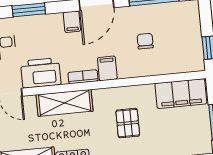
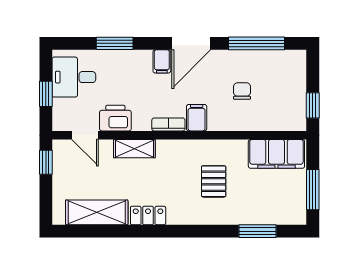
printer: (41, 73) -> (115, 118), width x0.73, depth x0.84
shelving: (65, 103) -> (134, 149), width x0.67, depth x0.75

